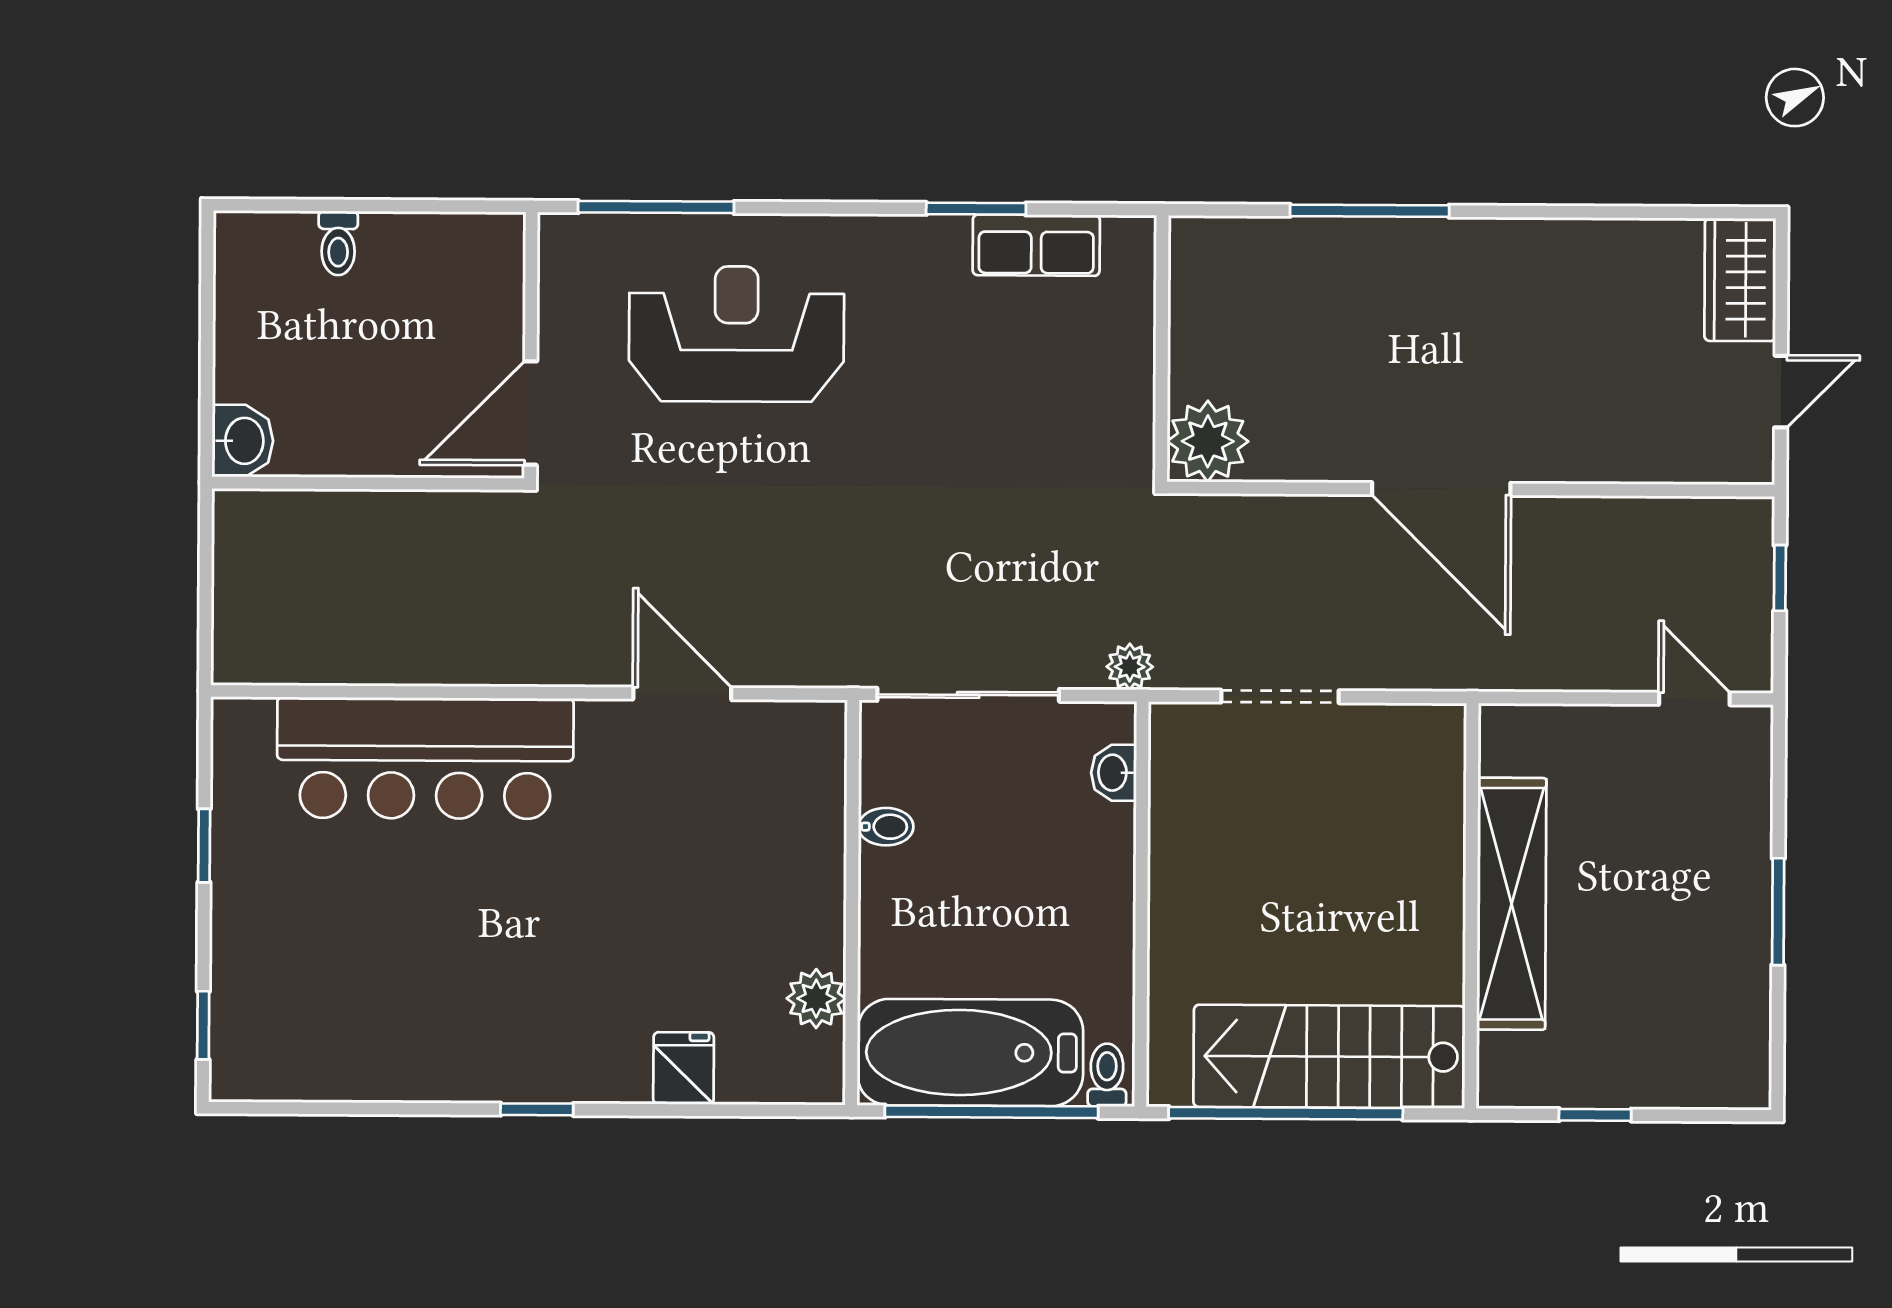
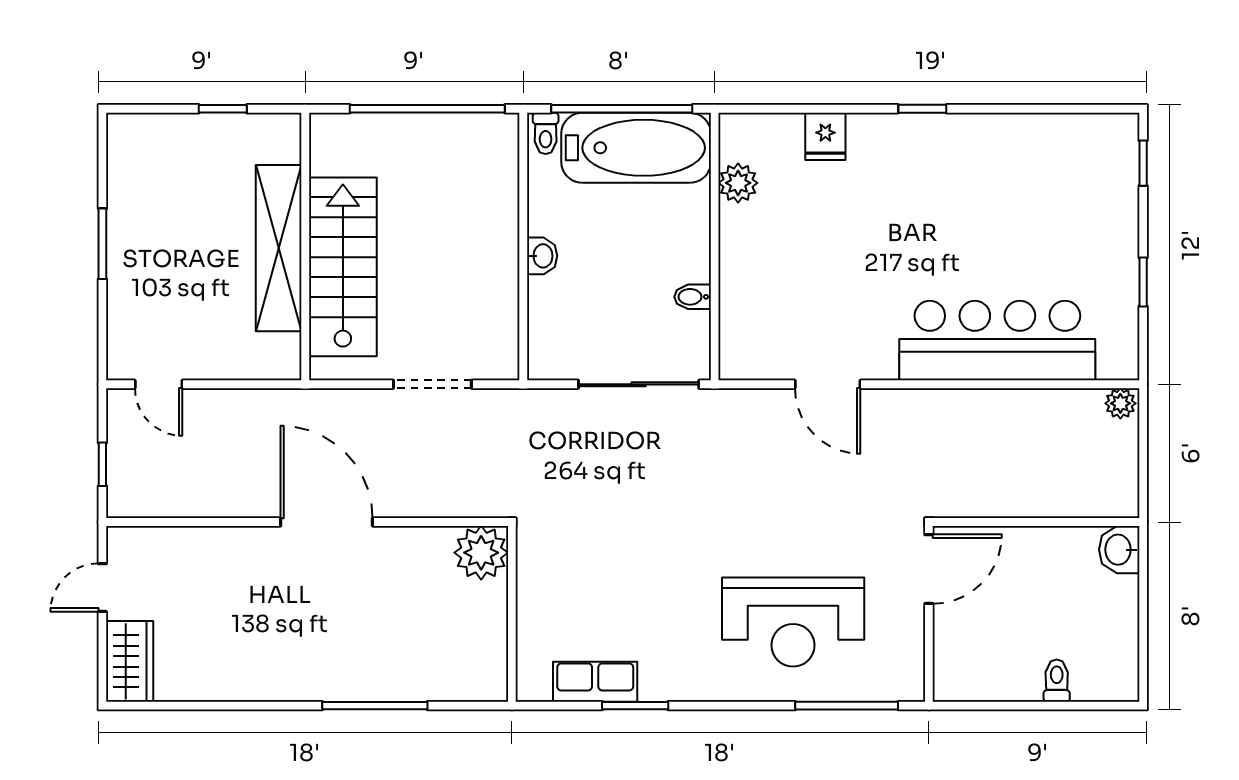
plant: (1130, 667) -> (1120, 403), moved
washbasin: (1114, 773) -> (542, 256), moved
stairs: (1329, 1057) -> (343, 267), moved, turned -90

